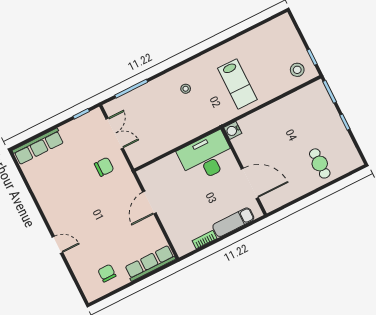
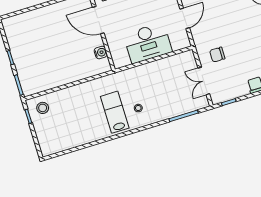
lab bench: (237, 84) -> (115, 112), moved
water cooler: (233, 130) -> (101, 52), moved
desk: (207, 157) -> (148, 43), moved
cafe table: (320, 163) -> (37, 27), removed

